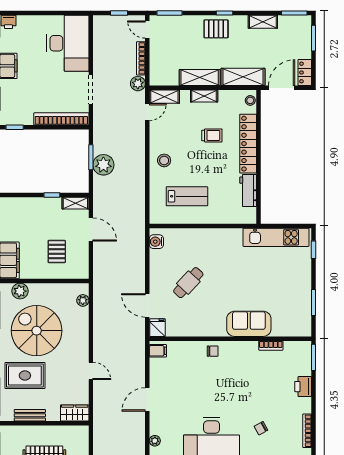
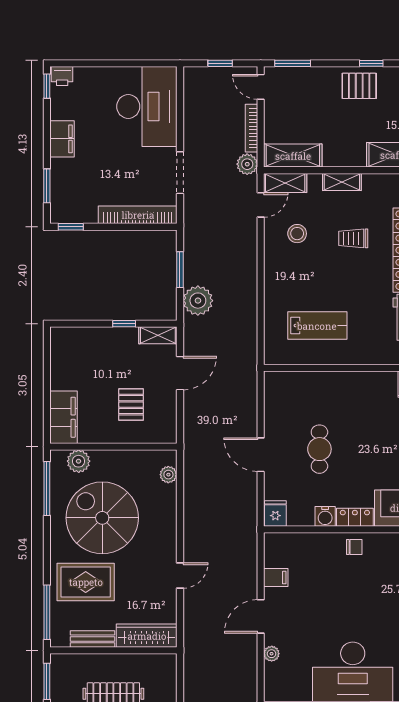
shelving: (200, 78) -> (293, 156), moved
trolley: (212, 135) -> (353, 238), turned 180
stool: (164, 160) -> (297, 234), moved
plant: (103, 165) -> (198, 301), moved
door: (91, 230) -> (180, 373), hinge flipped
water cooler: (156, 242) -> (325, 516), moved, turned -90
cafe table: (188, 283) -> (319, 449), turned -43
door: (147, 305) -> (261, 455), moved
locker: (213, 330) -> (355, 517), added
filing cabinet: (158, 351) -> (276, 578), moved
door: (91, 371) -> (180, 576), hinge flipped
wardrobe: (75, 413) -> (147, 636), width x1.50
plant: (155, 441) -> (272, 654), moved

